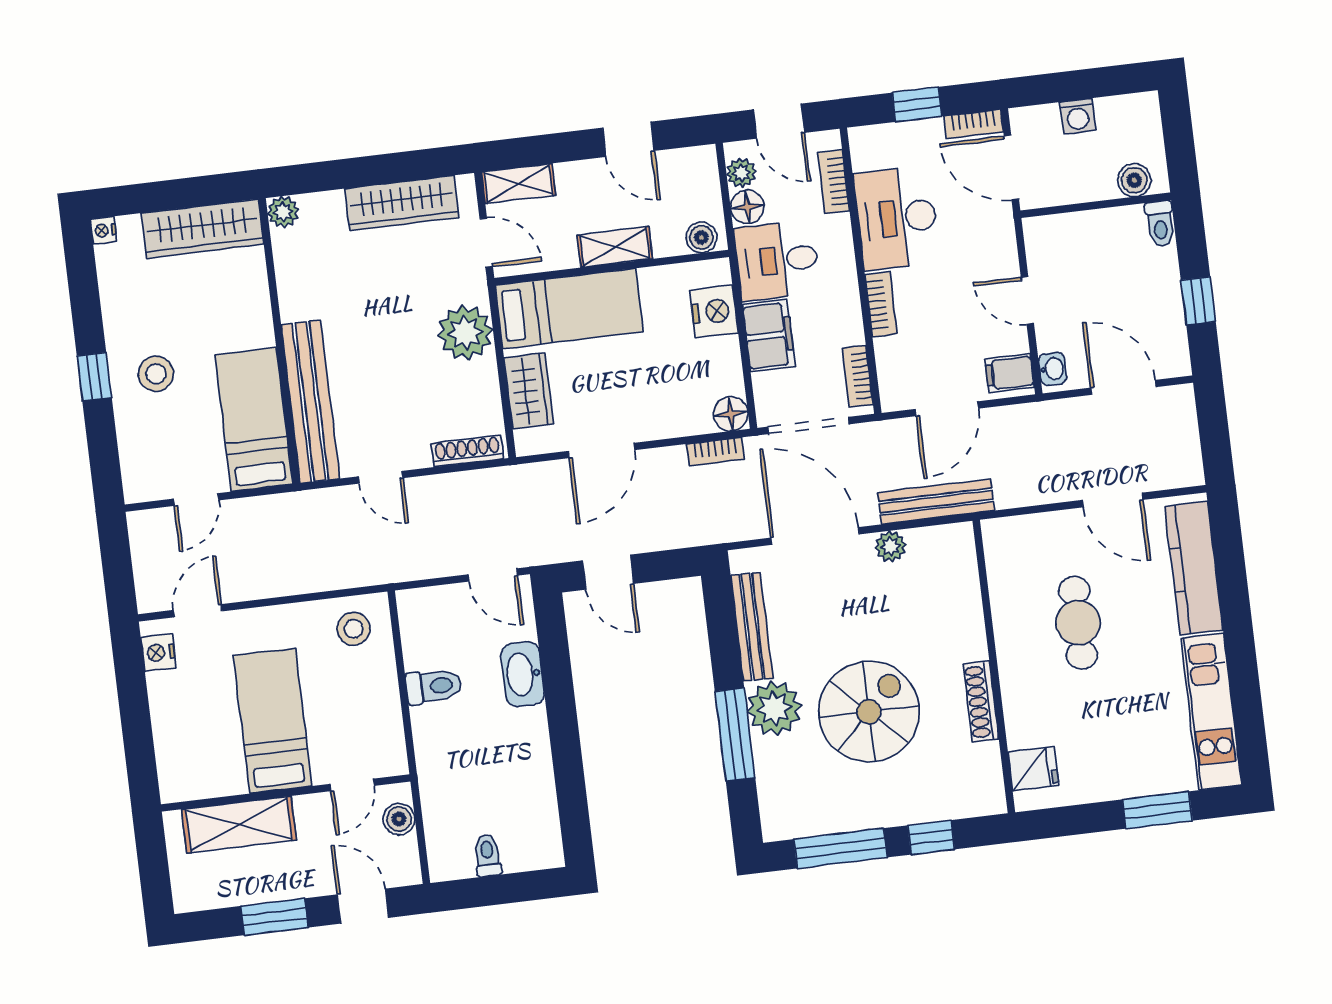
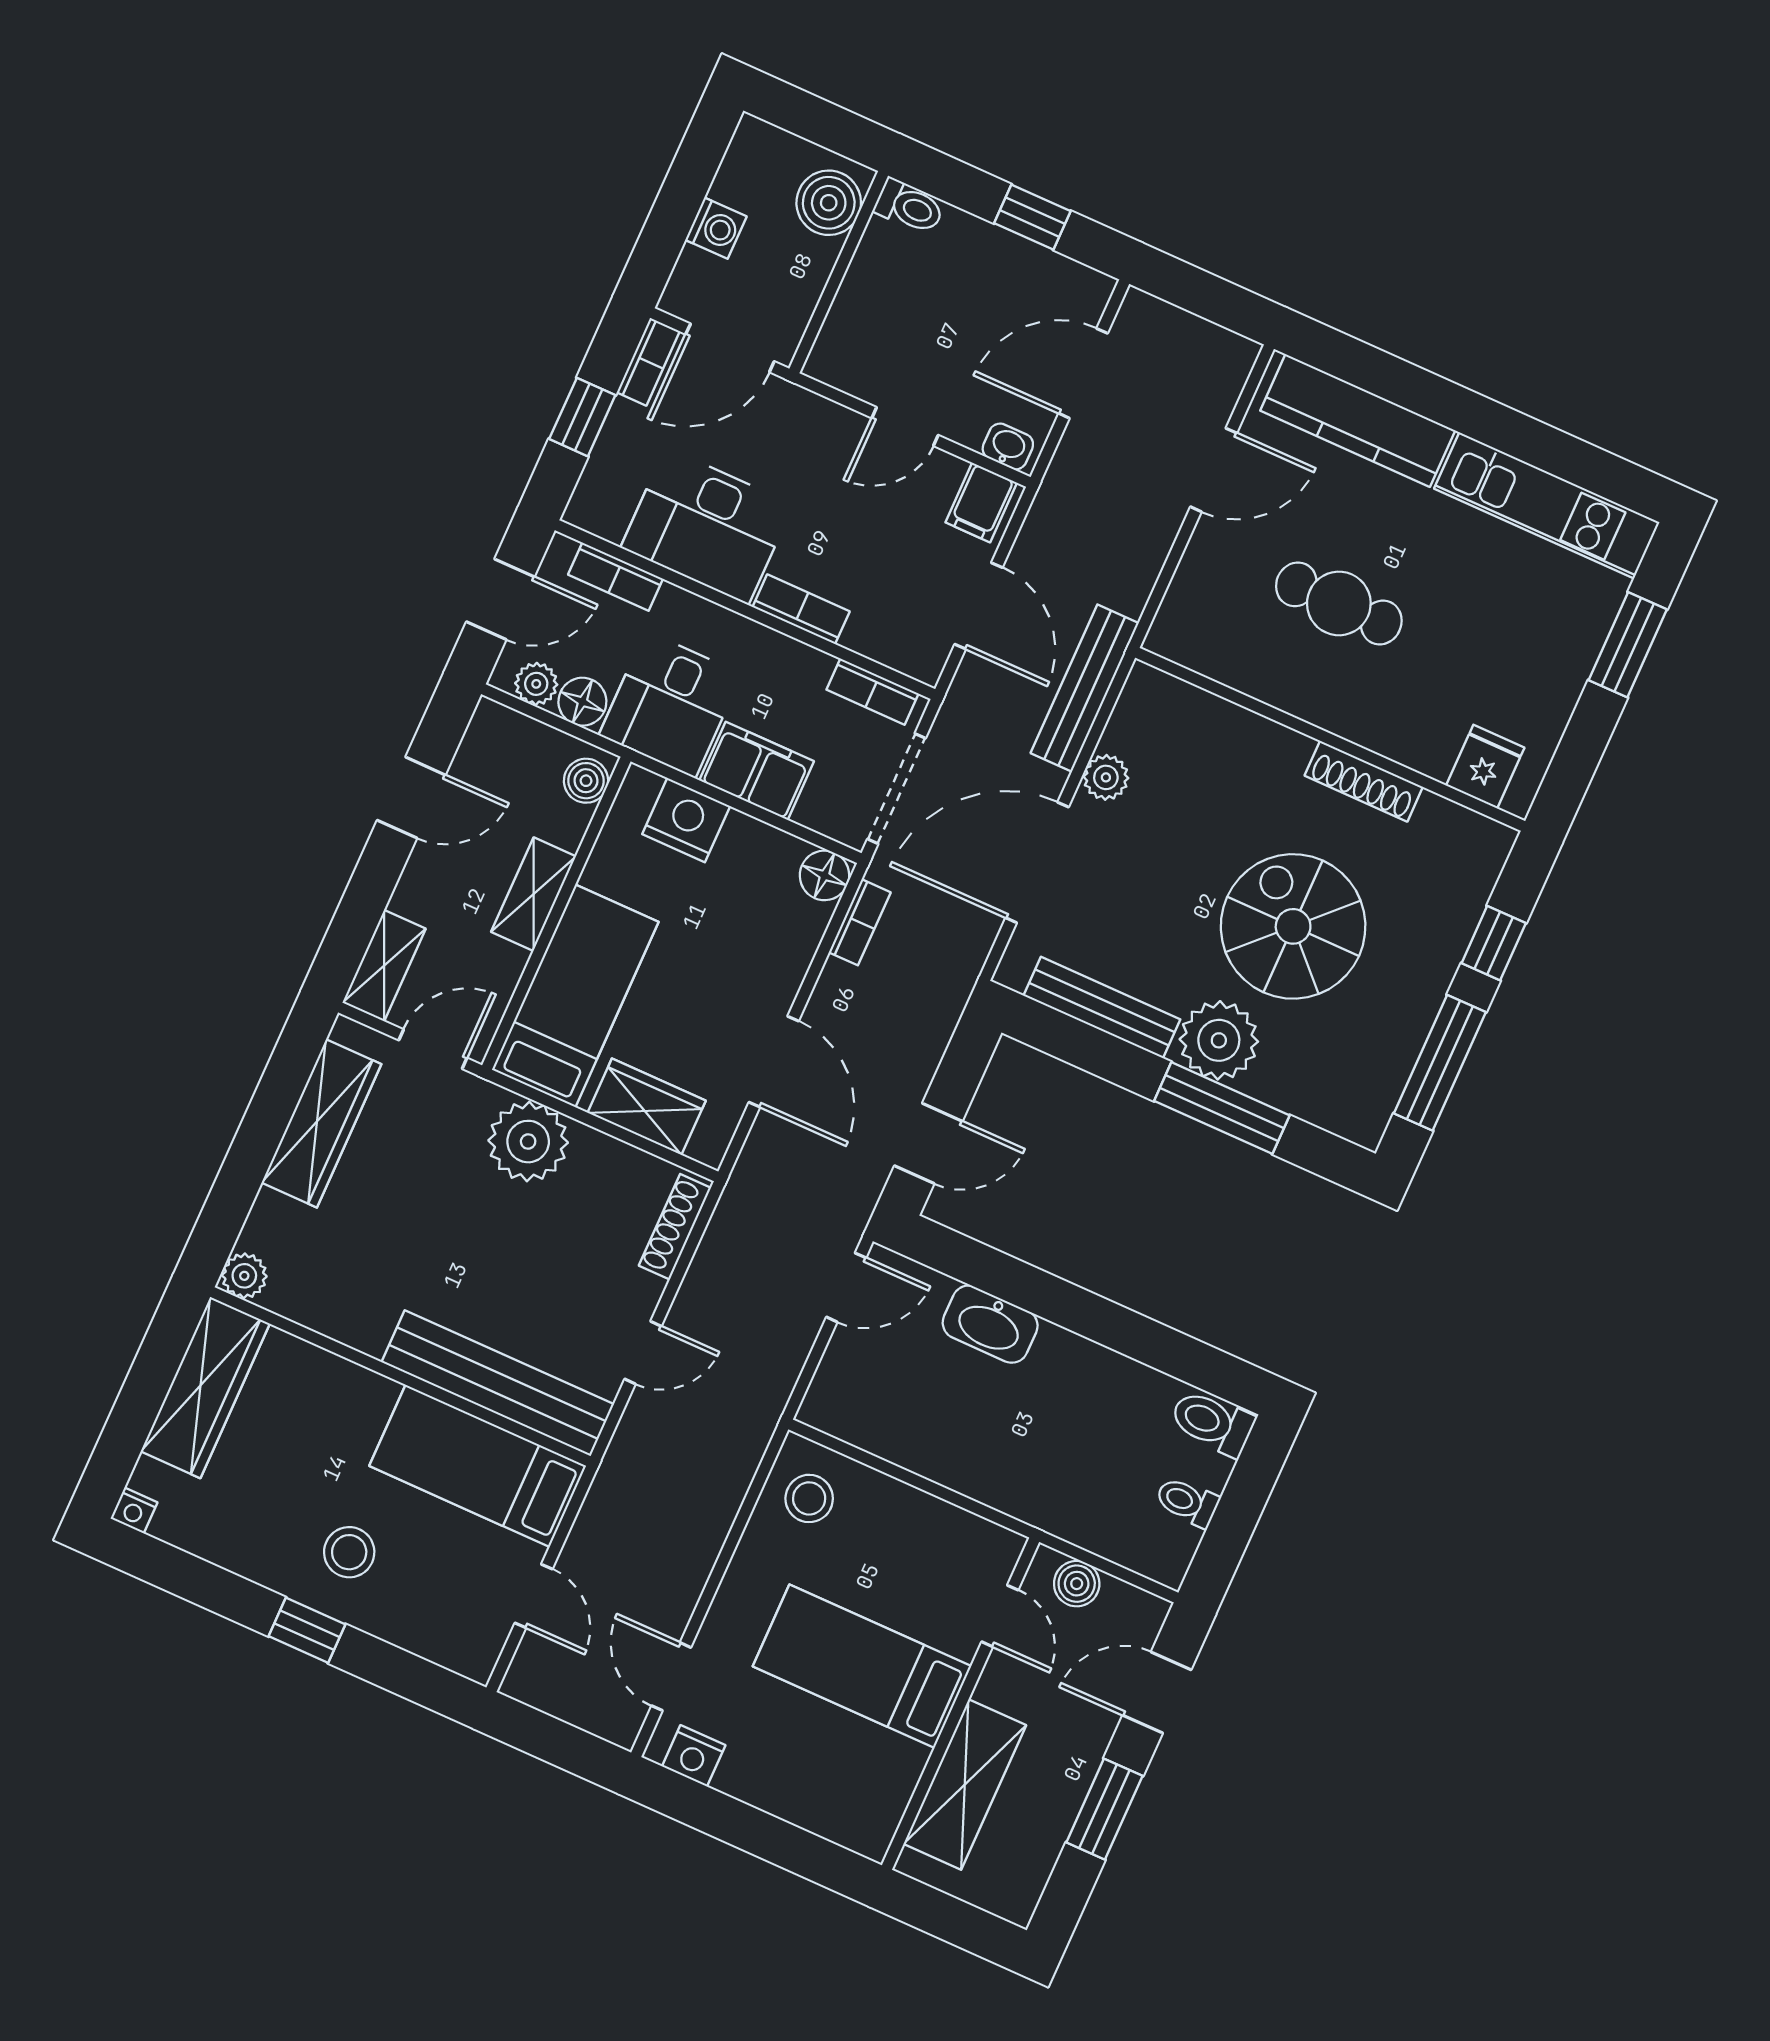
boiler: (1134, 180) -> (829, 203), width x1.36, depth x1.36
toilet: (434, 686) -> (1212, 1423), moved, turned -90

